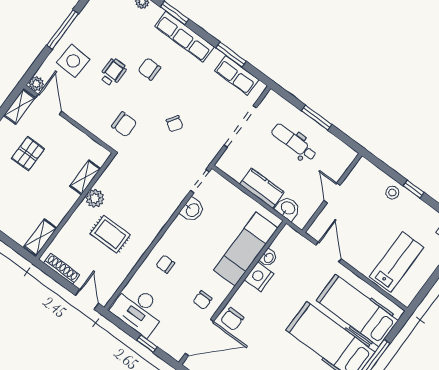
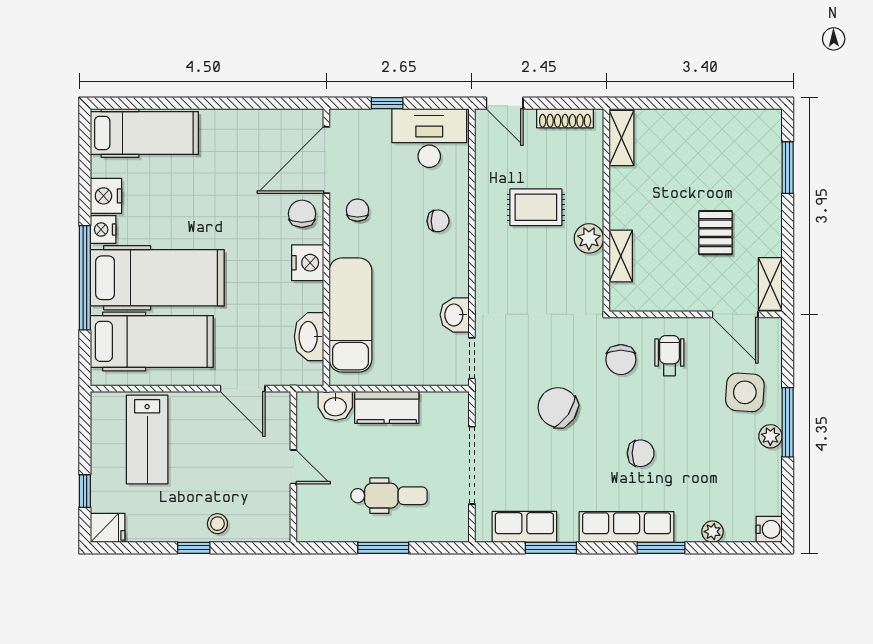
wheelchair: (113, 72) -> (669, 356), moved, turned 180
plant: (36, 84) -> (770, 436), moved
chair: (124, 124) -> (621, 360), turned -90
chair: (174, 124) -> (558, 407), width x1.87, depth x1.87
washbasin: (268, 258) -> (309, 337), width x1.91, depth x1.45
nightstand: (259, 277) -> (308, 263), moved

